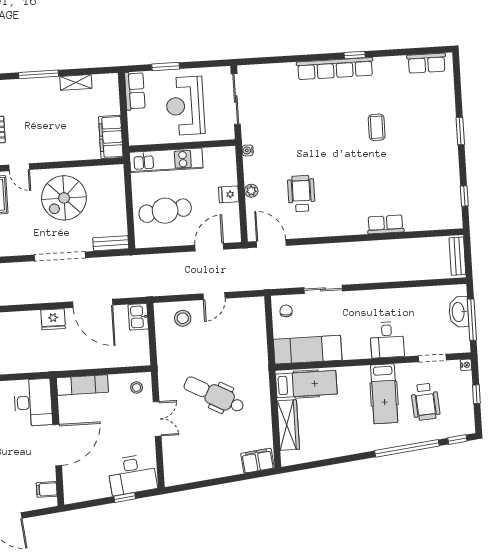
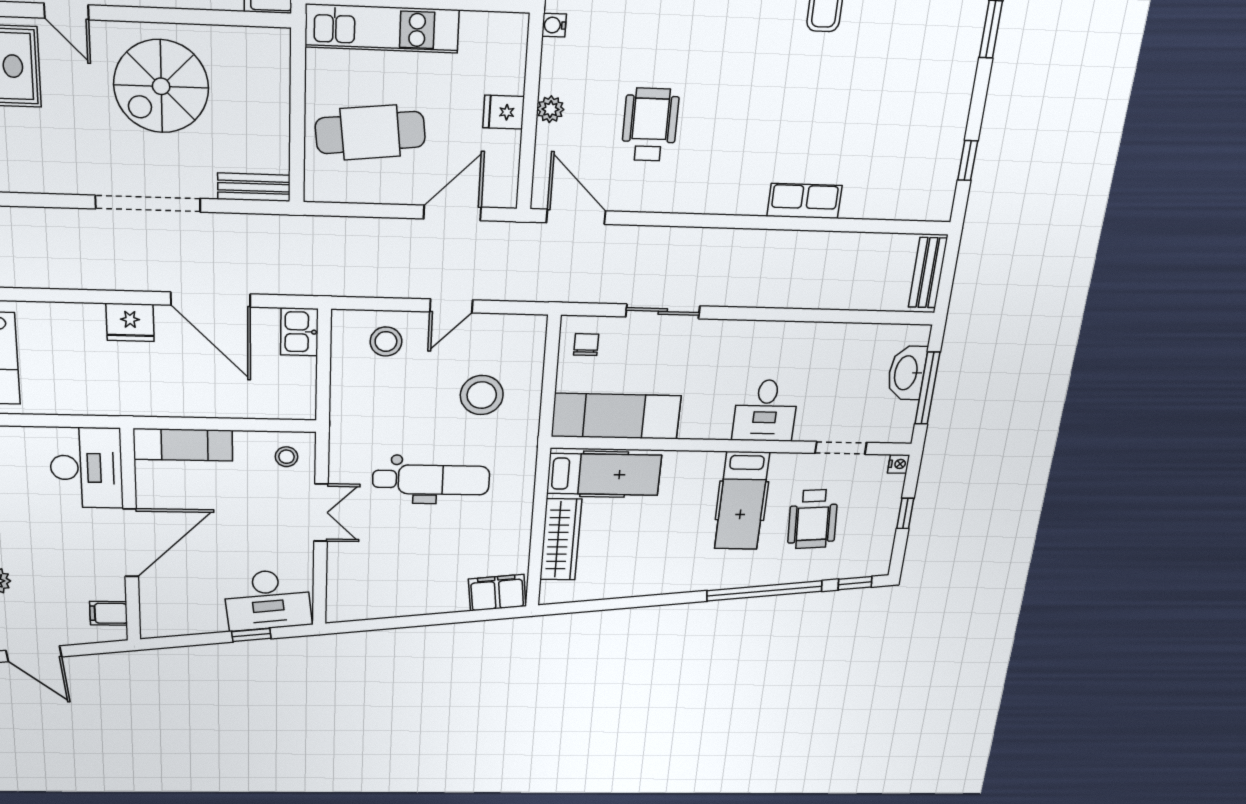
stool: (235, 344) -> (482, 395), added
dental chair: (214, 395) -> (431, 480), turned 152

